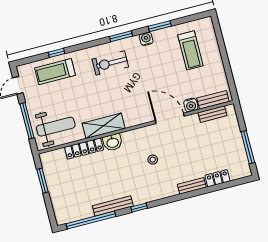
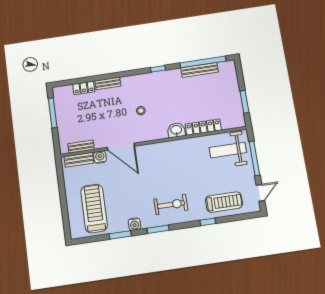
treadmill: (190, 50) -> (94, 208), width x1.37, depth x1.38
window: (57, 53) -> (208, 222), moved
shelving: (104, 126) -> (183, 146), removed
bench: (113, 206) -> (200, 70), moved

